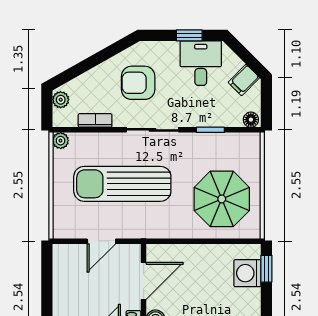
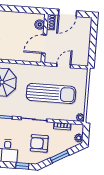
window: (189, 35) -> (22, 166), moved
window: (96, 60) -> (60, 157), added
armchair: (138, 83) -> (39, 143), turned 180

